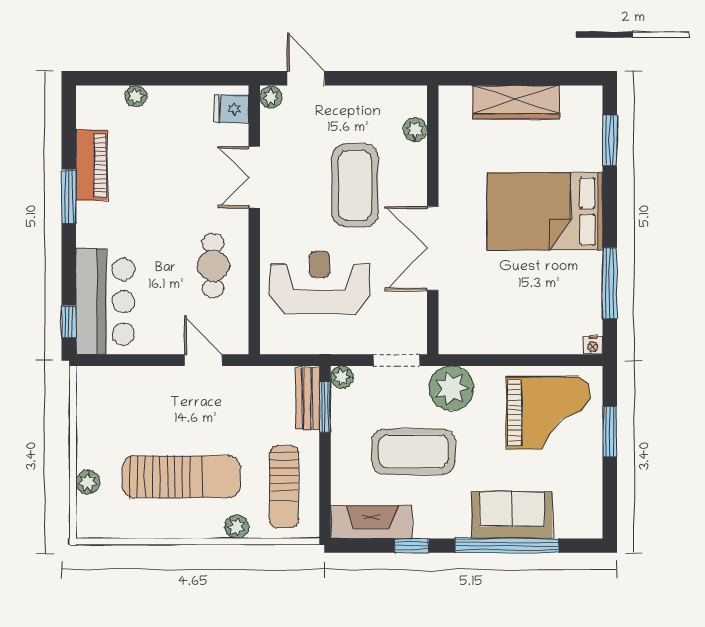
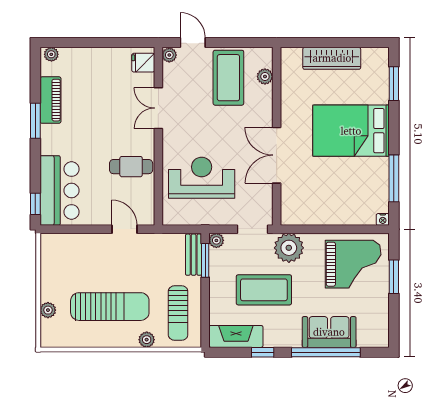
plant: (136, 96) -> (51, 54), moved
coffee table: (355, 185) -> (228, 78), moved
cafe table: (213, 266) -> (131, 167), turned 90

